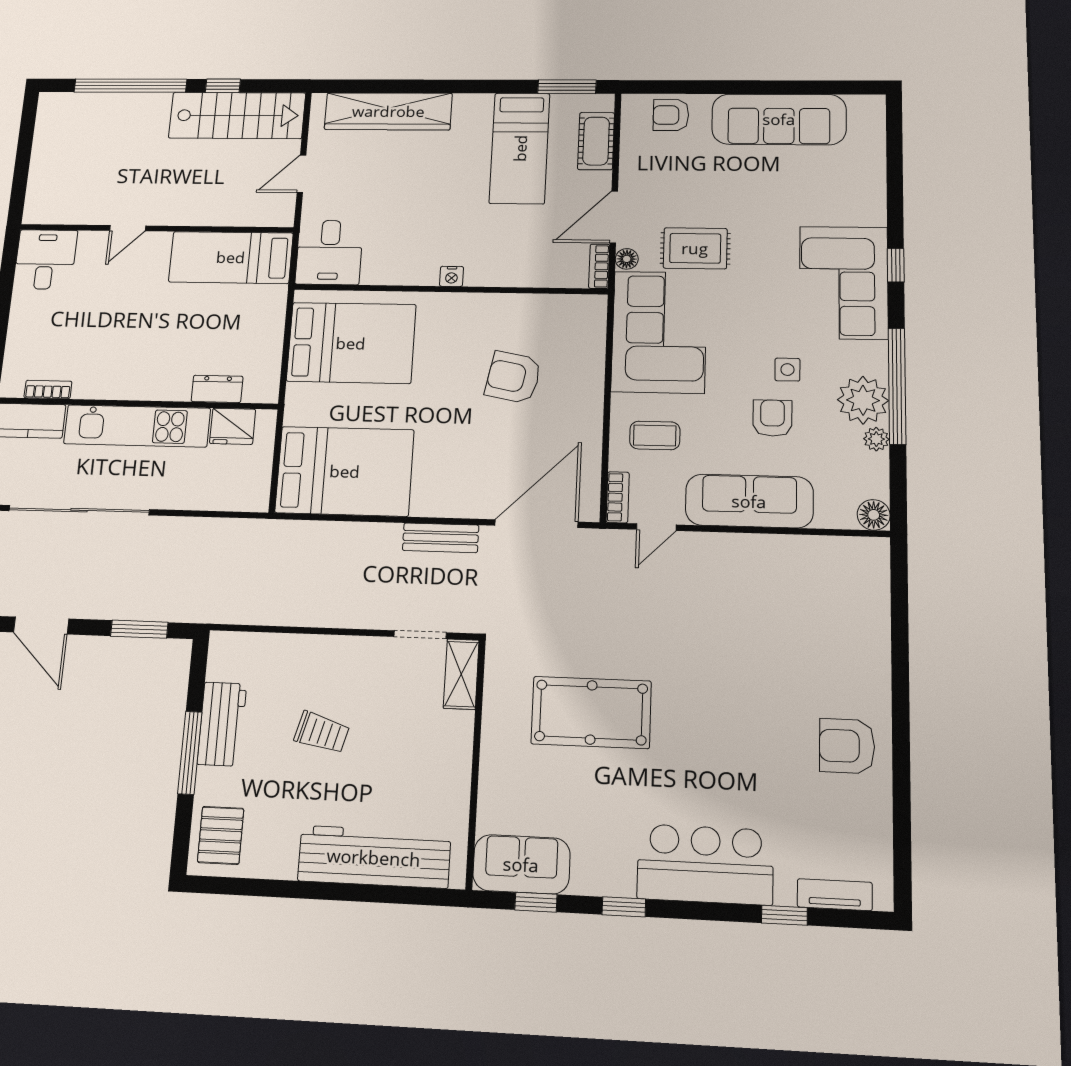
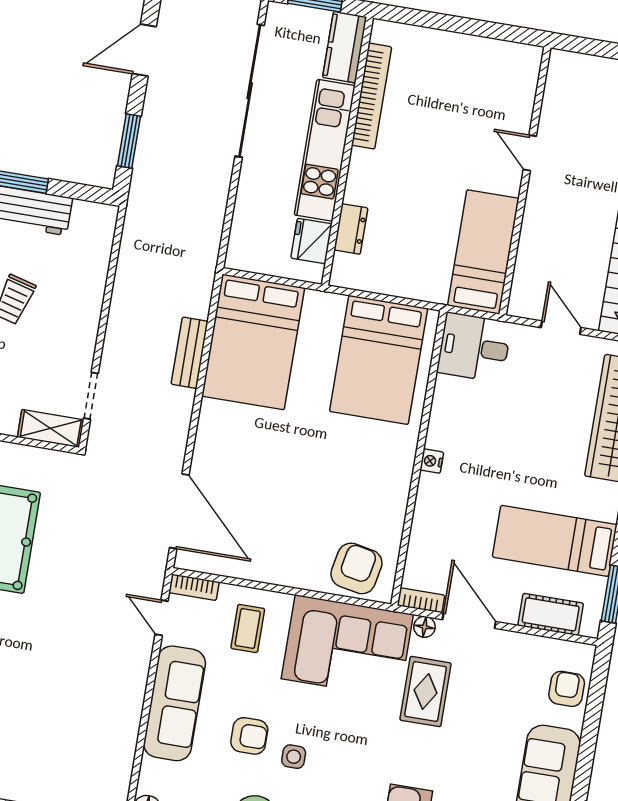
desk: (45, 259) -> (509, 70), removed
armchair: (513, 377) -> (356, 568), moved
bookcase: (48, 390) -> (372, 96), width x2.31, depth x1.31
bench: (441, 538) -> (190, 353), moved

